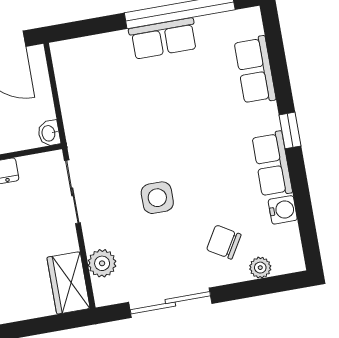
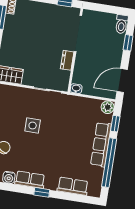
window: (94, 26) -> (115, 124), added
row of seats: (163, 39) -> (101, 145), width x1.48
plant: (102, 263) -> (108, 107), moved

